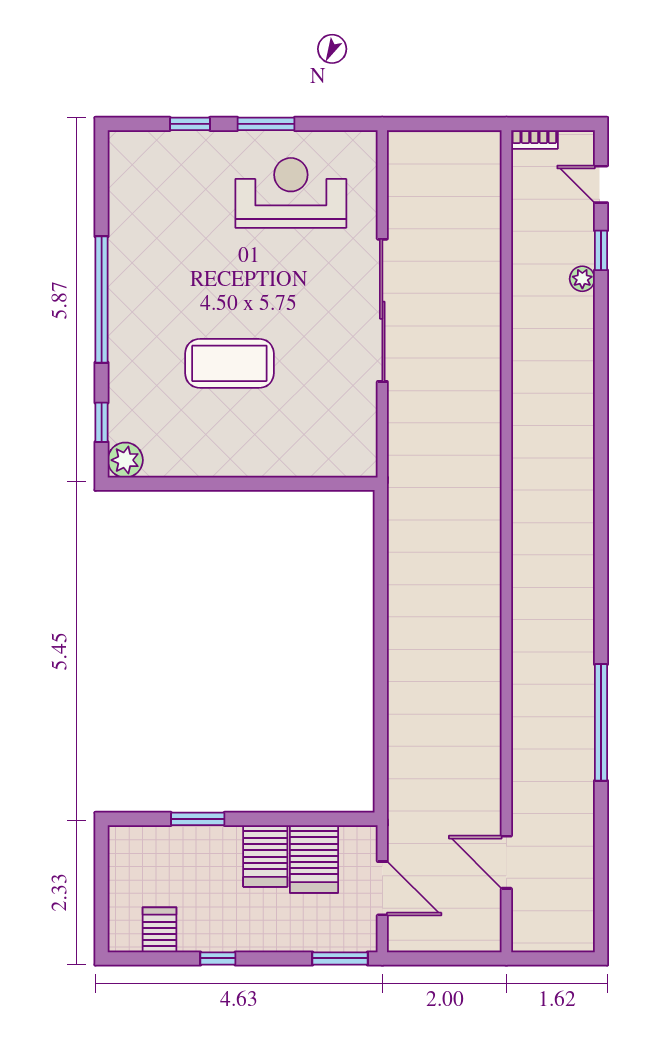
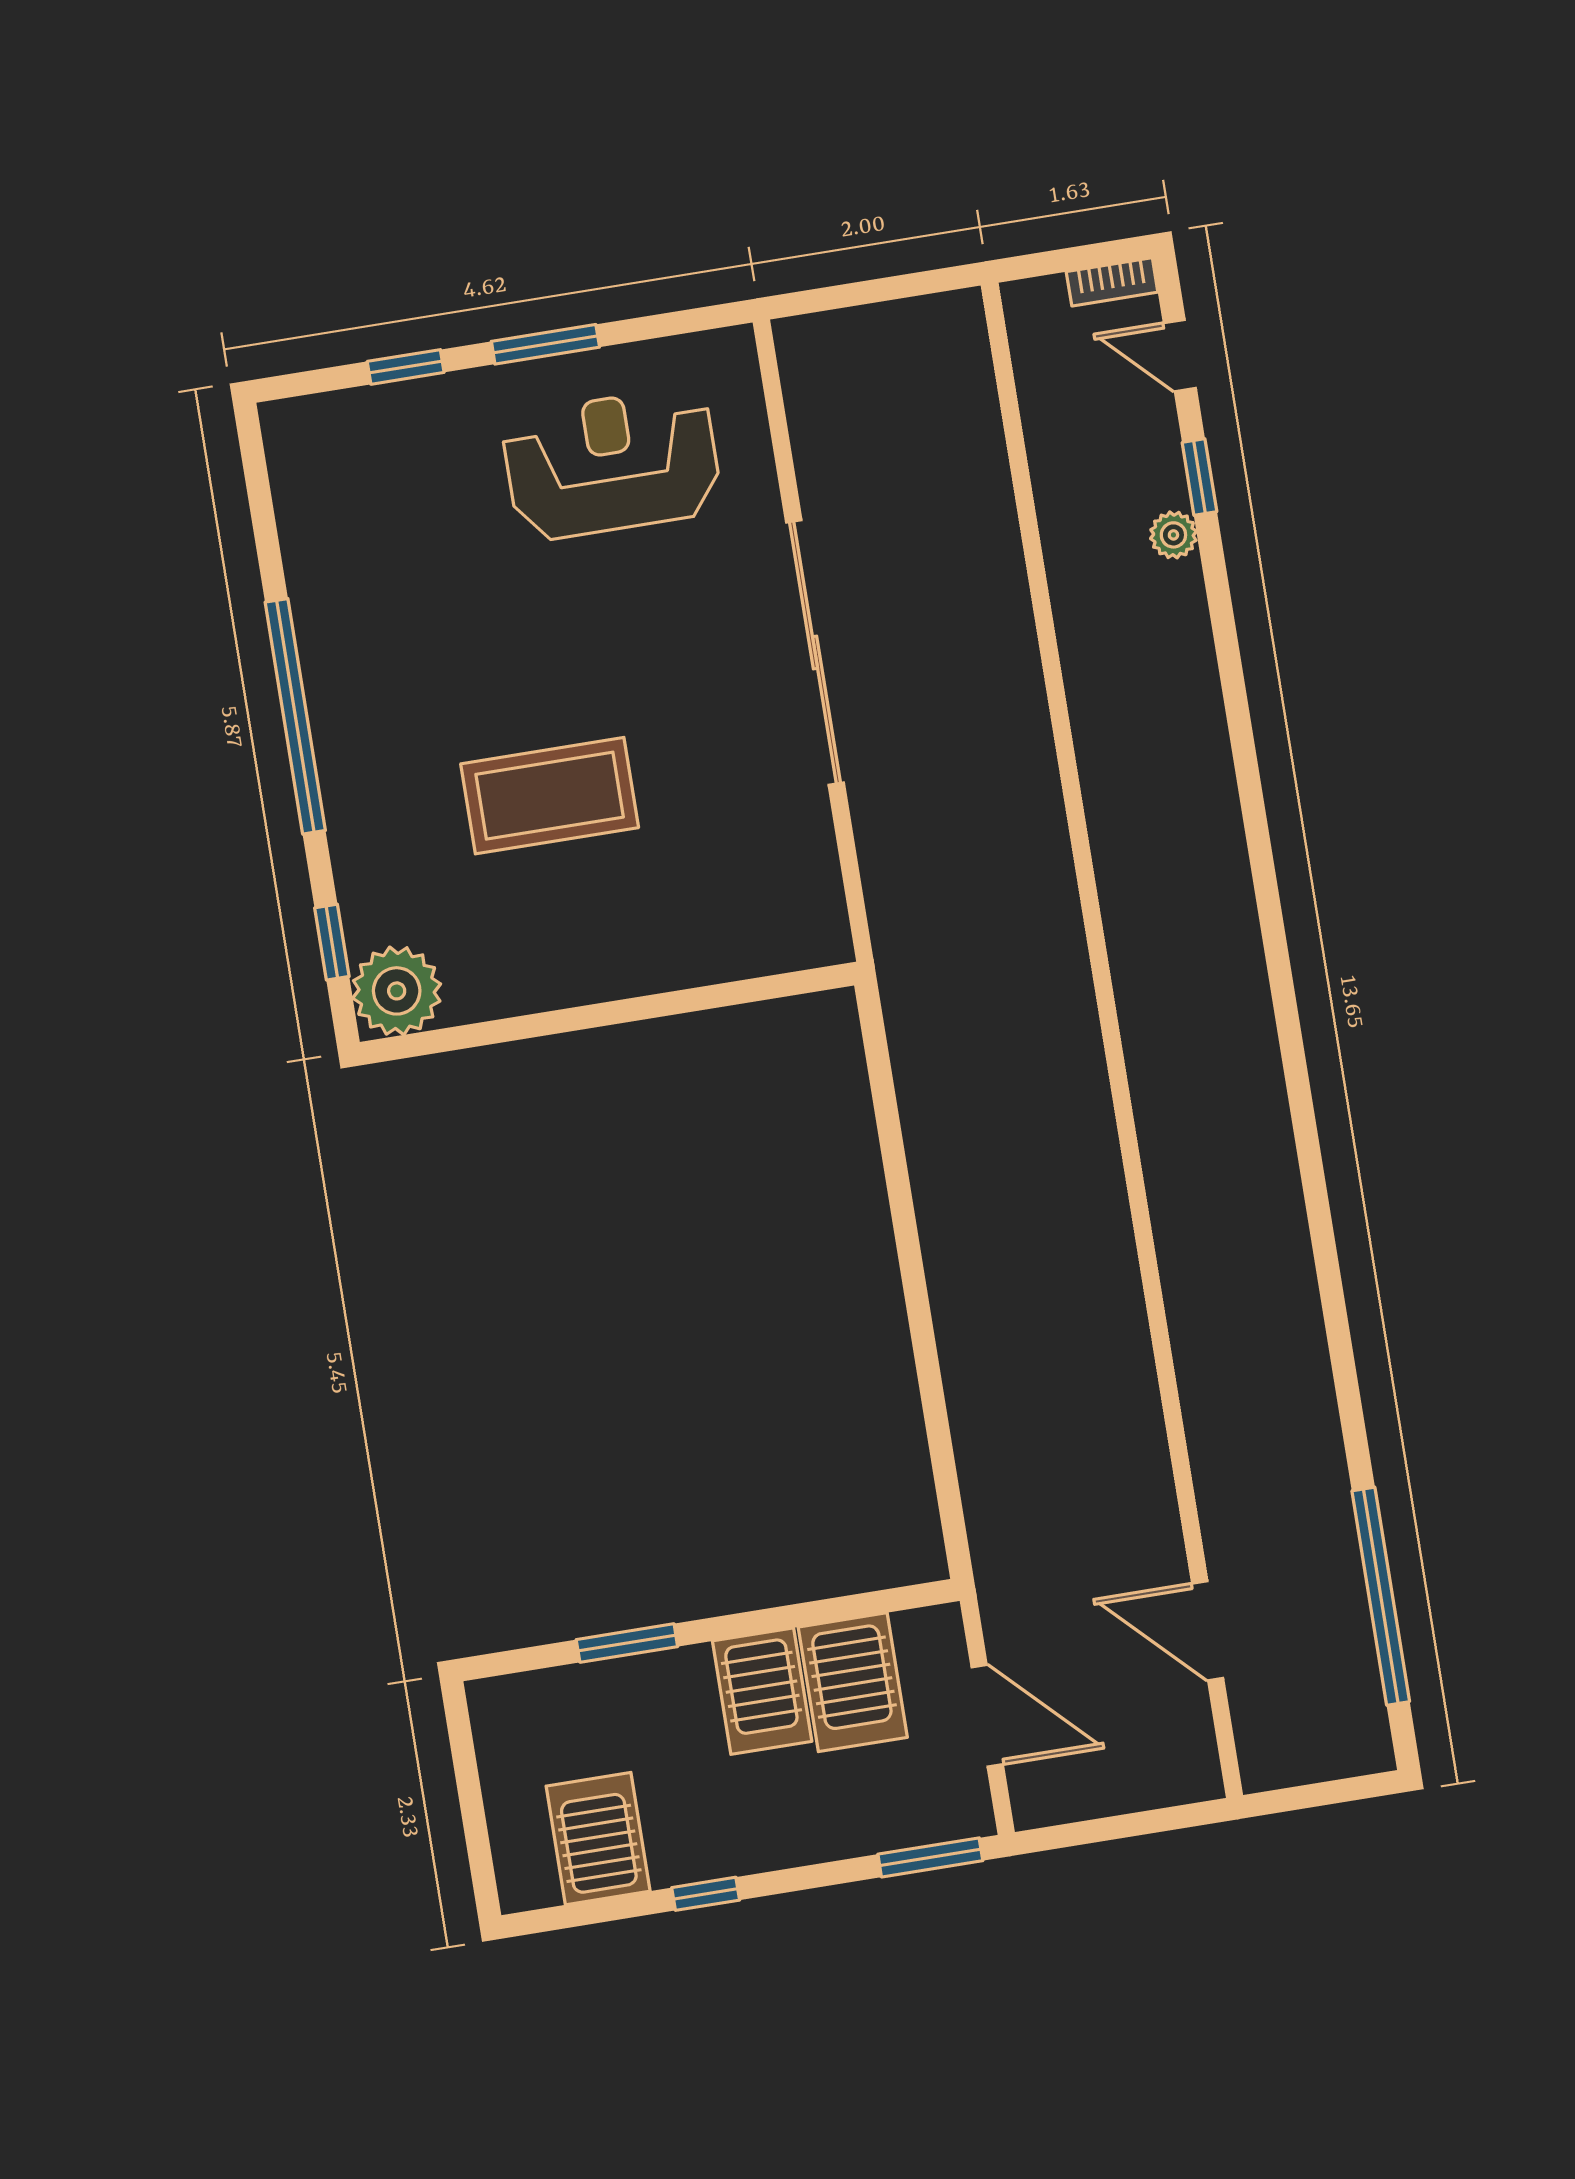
bookcase: (534, 139) -> (1112, 282), moved
plant: (125, 460) -> (397, 991), width x1.36, depth x1.36
window: (601, 722) -> (1381, 1596), moved
server rack: (159, 930) -> (598, 1839), width x1.36, depth x1.44

